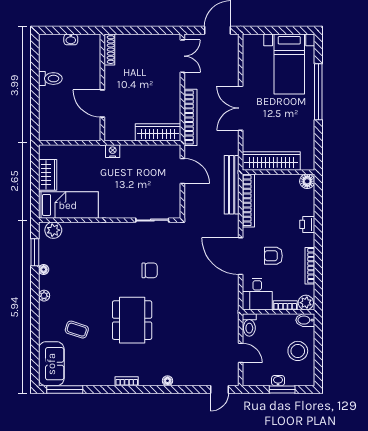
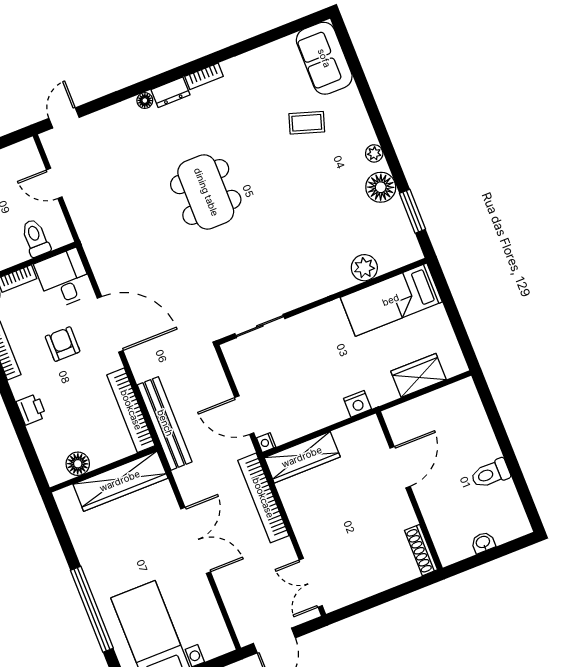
door: (102, 104) -> (400, 467), hinge flipped
nightstand: (176, 150) -> (266, 443), added
wardrobe: (48, 175) -> (419, 375), moved, turned 90
floor lamp: (307, 181) -> (78, 464), moved
plant: (53, 230) -> (364, 268), moved
armchair: (273, 256) -> (63, 344), turned -90
floor lamp: (44, 269) -> (381, 187), width x1.89, depth x1.89
chair: (150, 270) -> (235, 251), removed
dining table: (132, 320) -> (206, 192), moved
toilet: (249, 325) -> (36, 238), moved
dresser: (150, 380) -> (171, 92), added
window: (65, 389) -> (290, 28), removed

